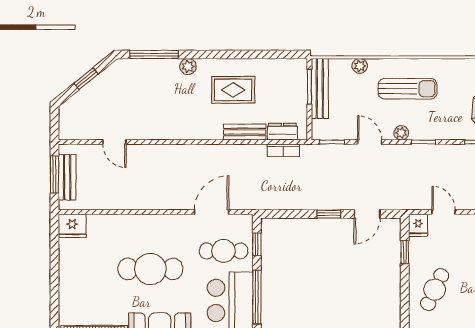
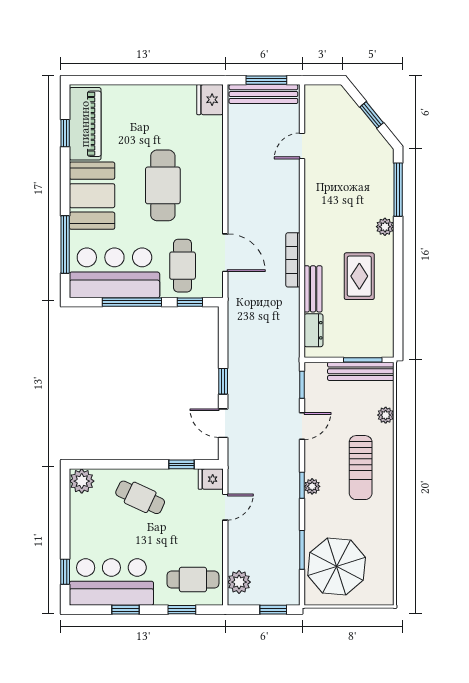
plant: (401, 133) -> (312, 486), moved
bookcase: (283, 150) -> (293, 260), moved, width x1.56
bench: (67, 177) -> (263, 94), width x1.36

